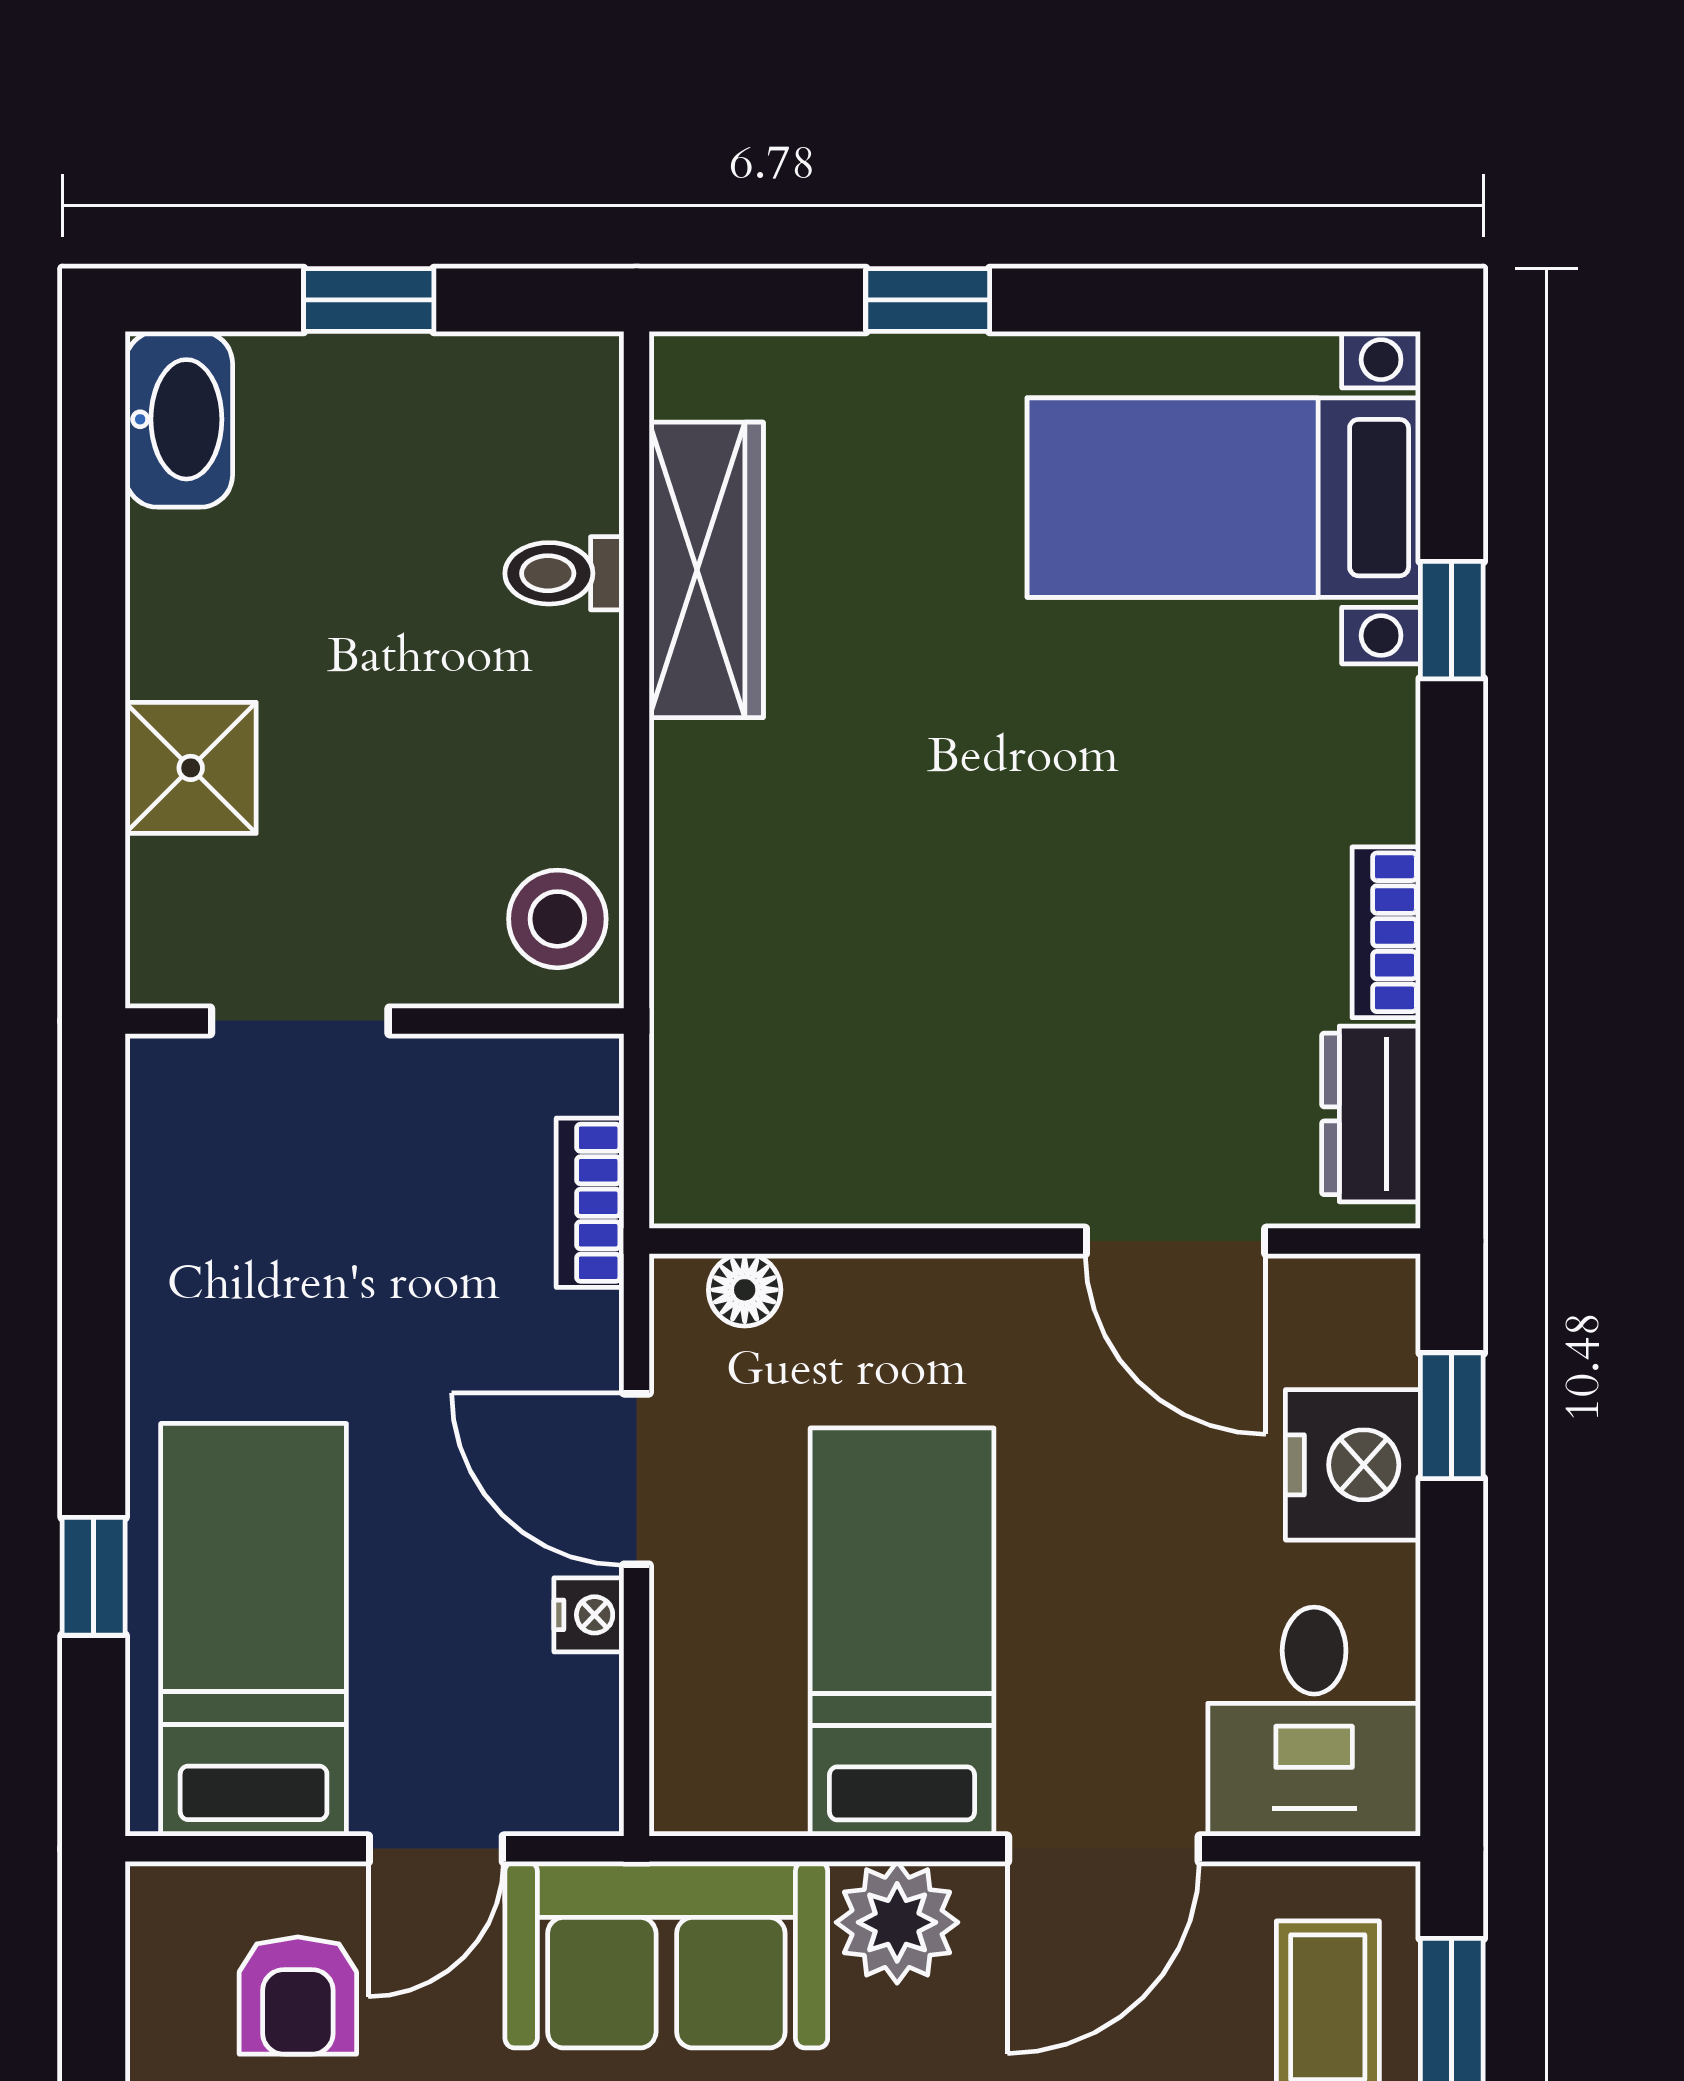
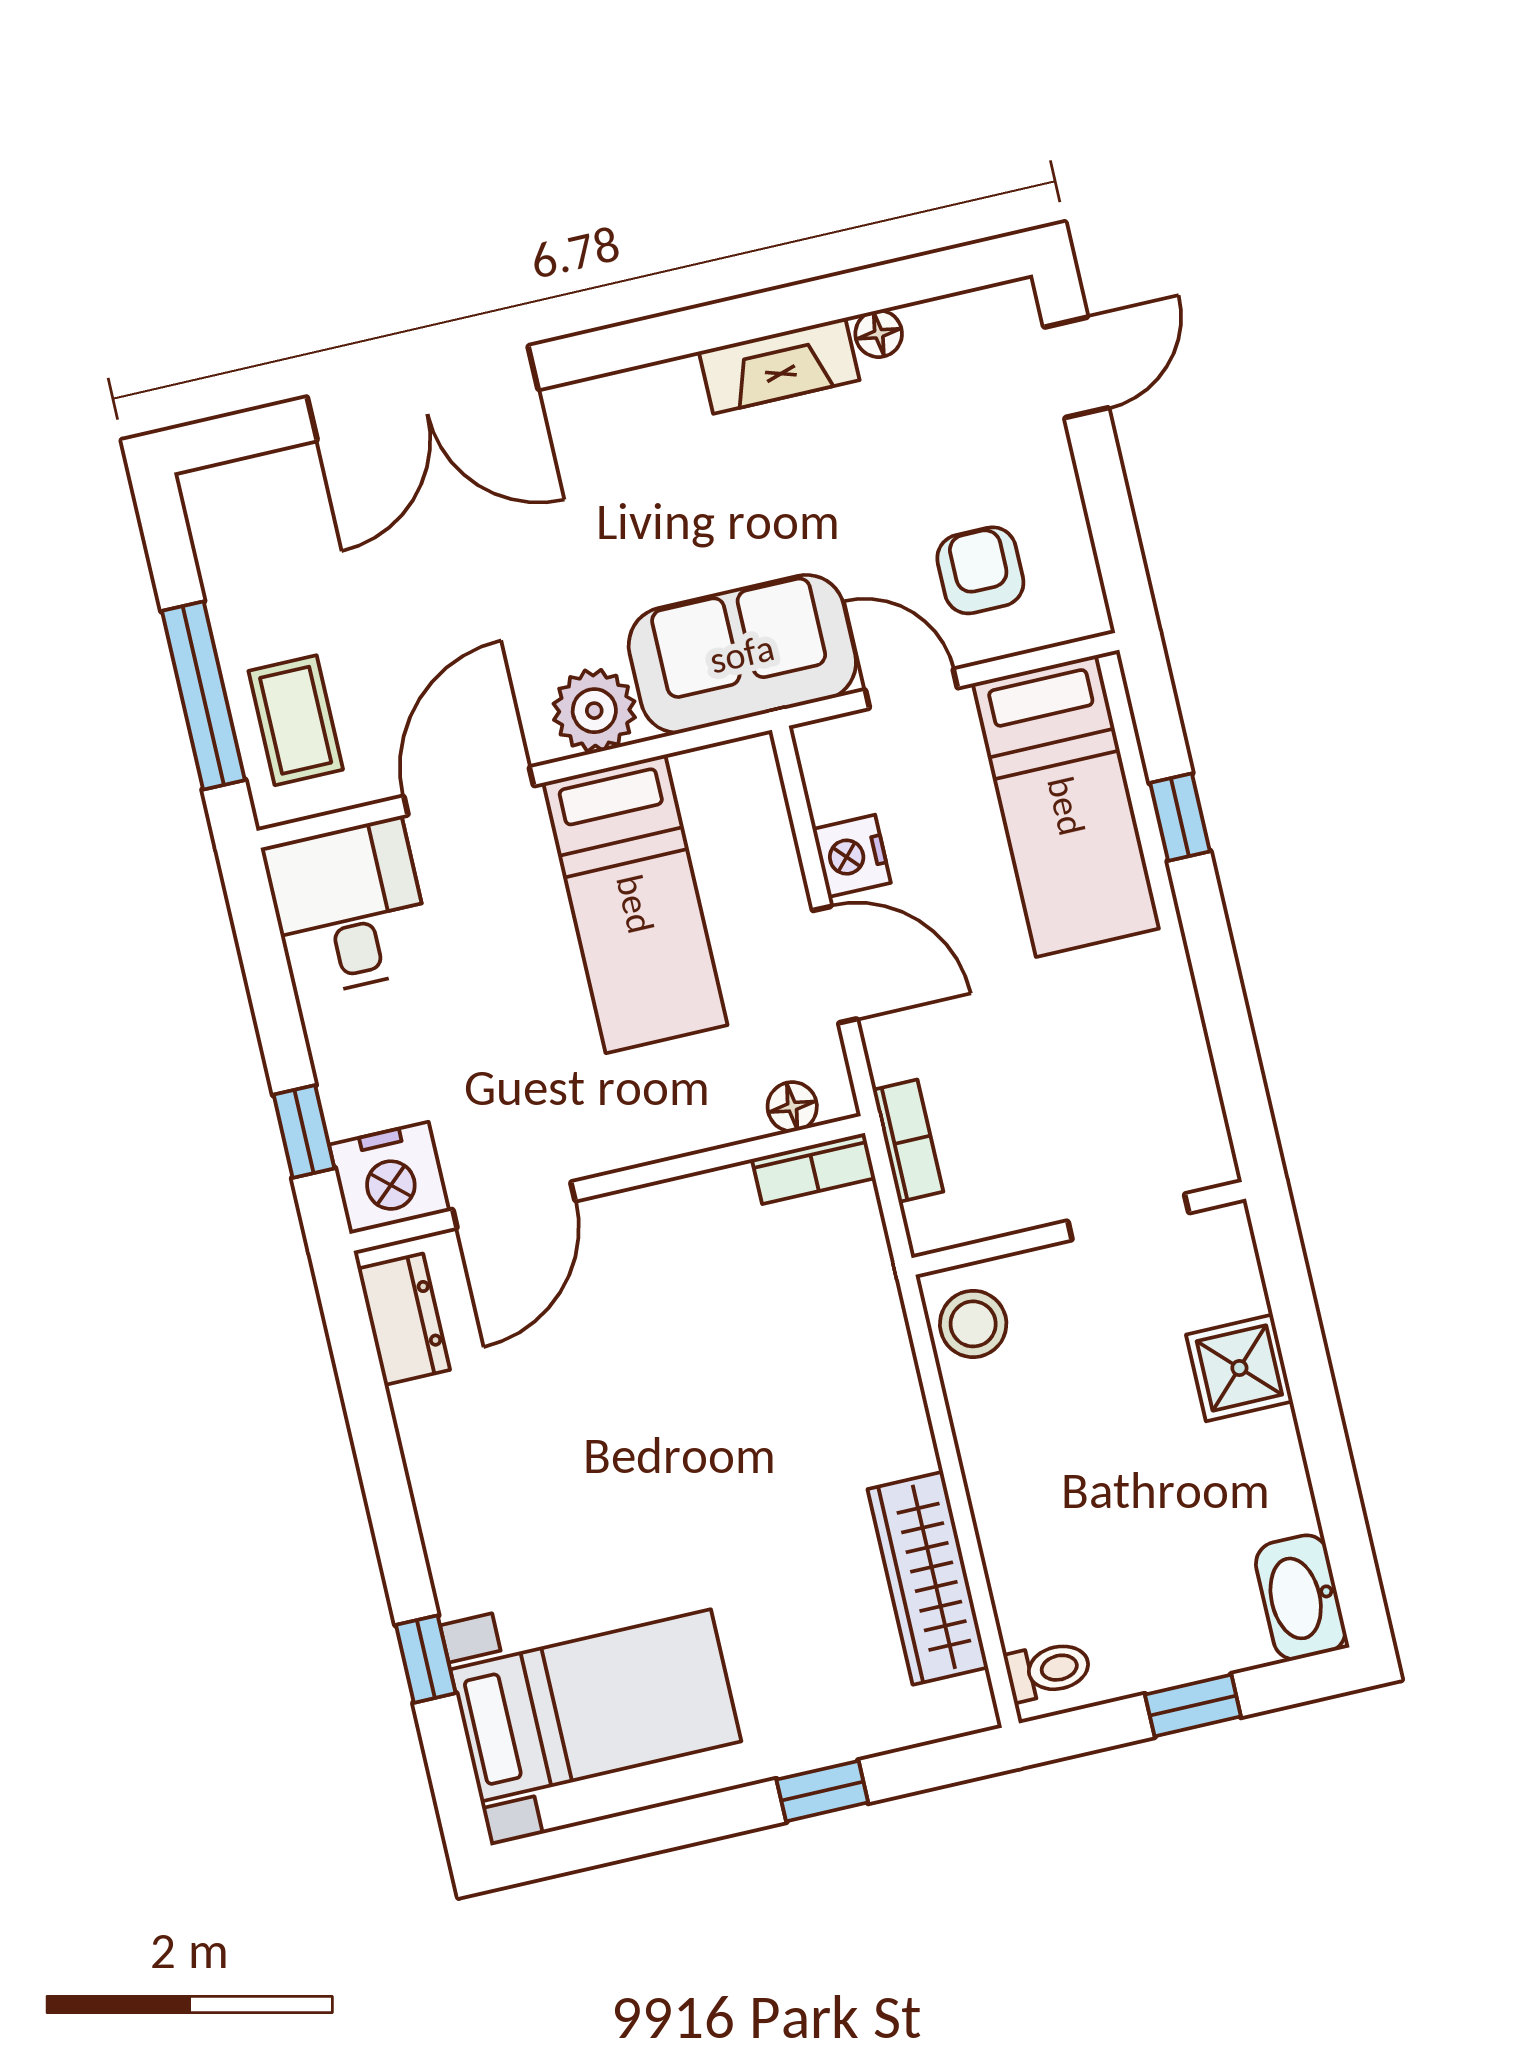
toilet: (564, 573) -> (1048, 1670), moved
bookcase: (1386, 932) -> (814, 1168), moved, turned 90
door: (1176, 1241) -> (514, 1205), swing flipped
nightstand: (1353, 1465) -> (389, 1178), moved, turned -90
nightstand: (589, 1615) -> (852, 856), width x1.39, depth x1.35
door: (436, 1849) -> (911, 689), hinge flipped

